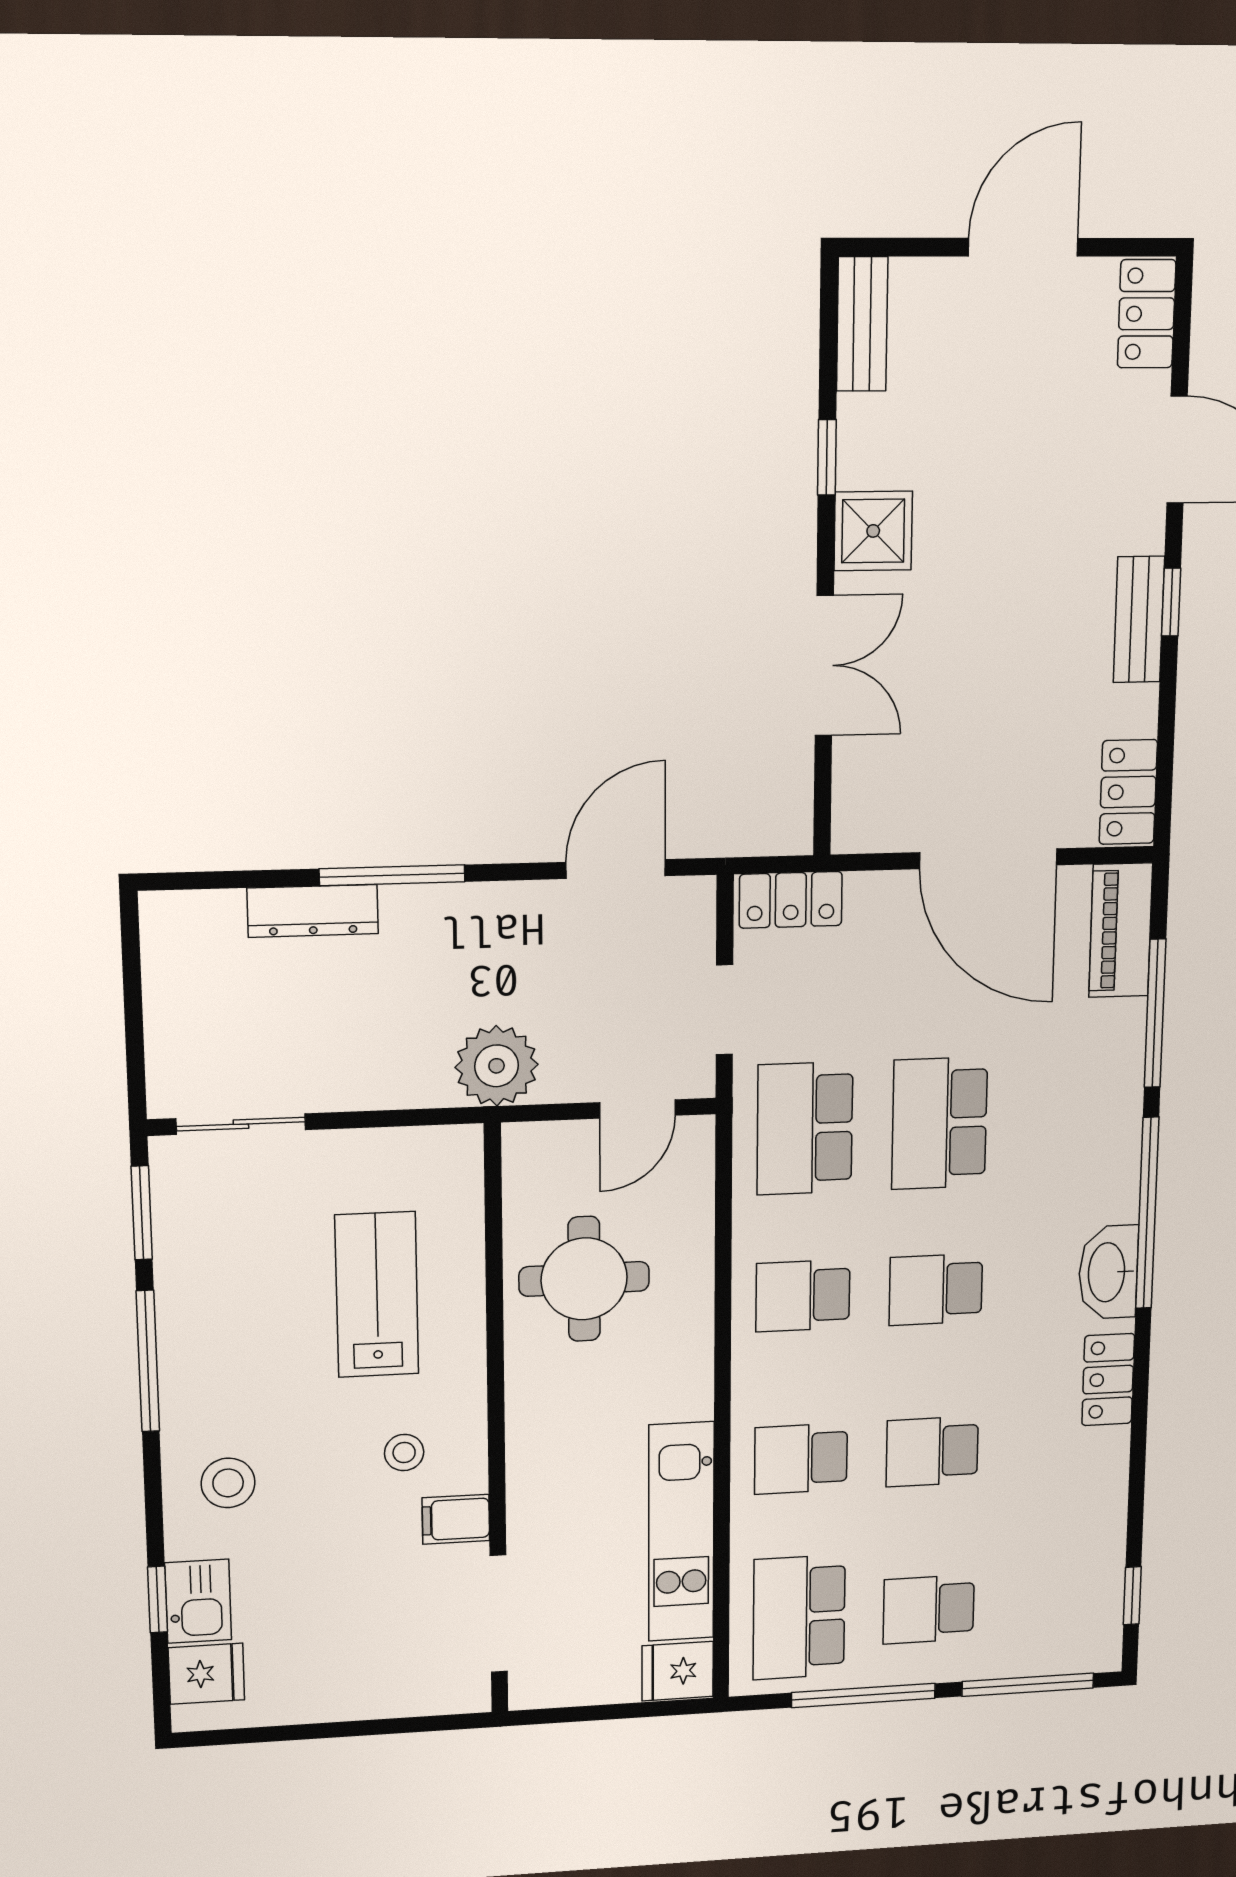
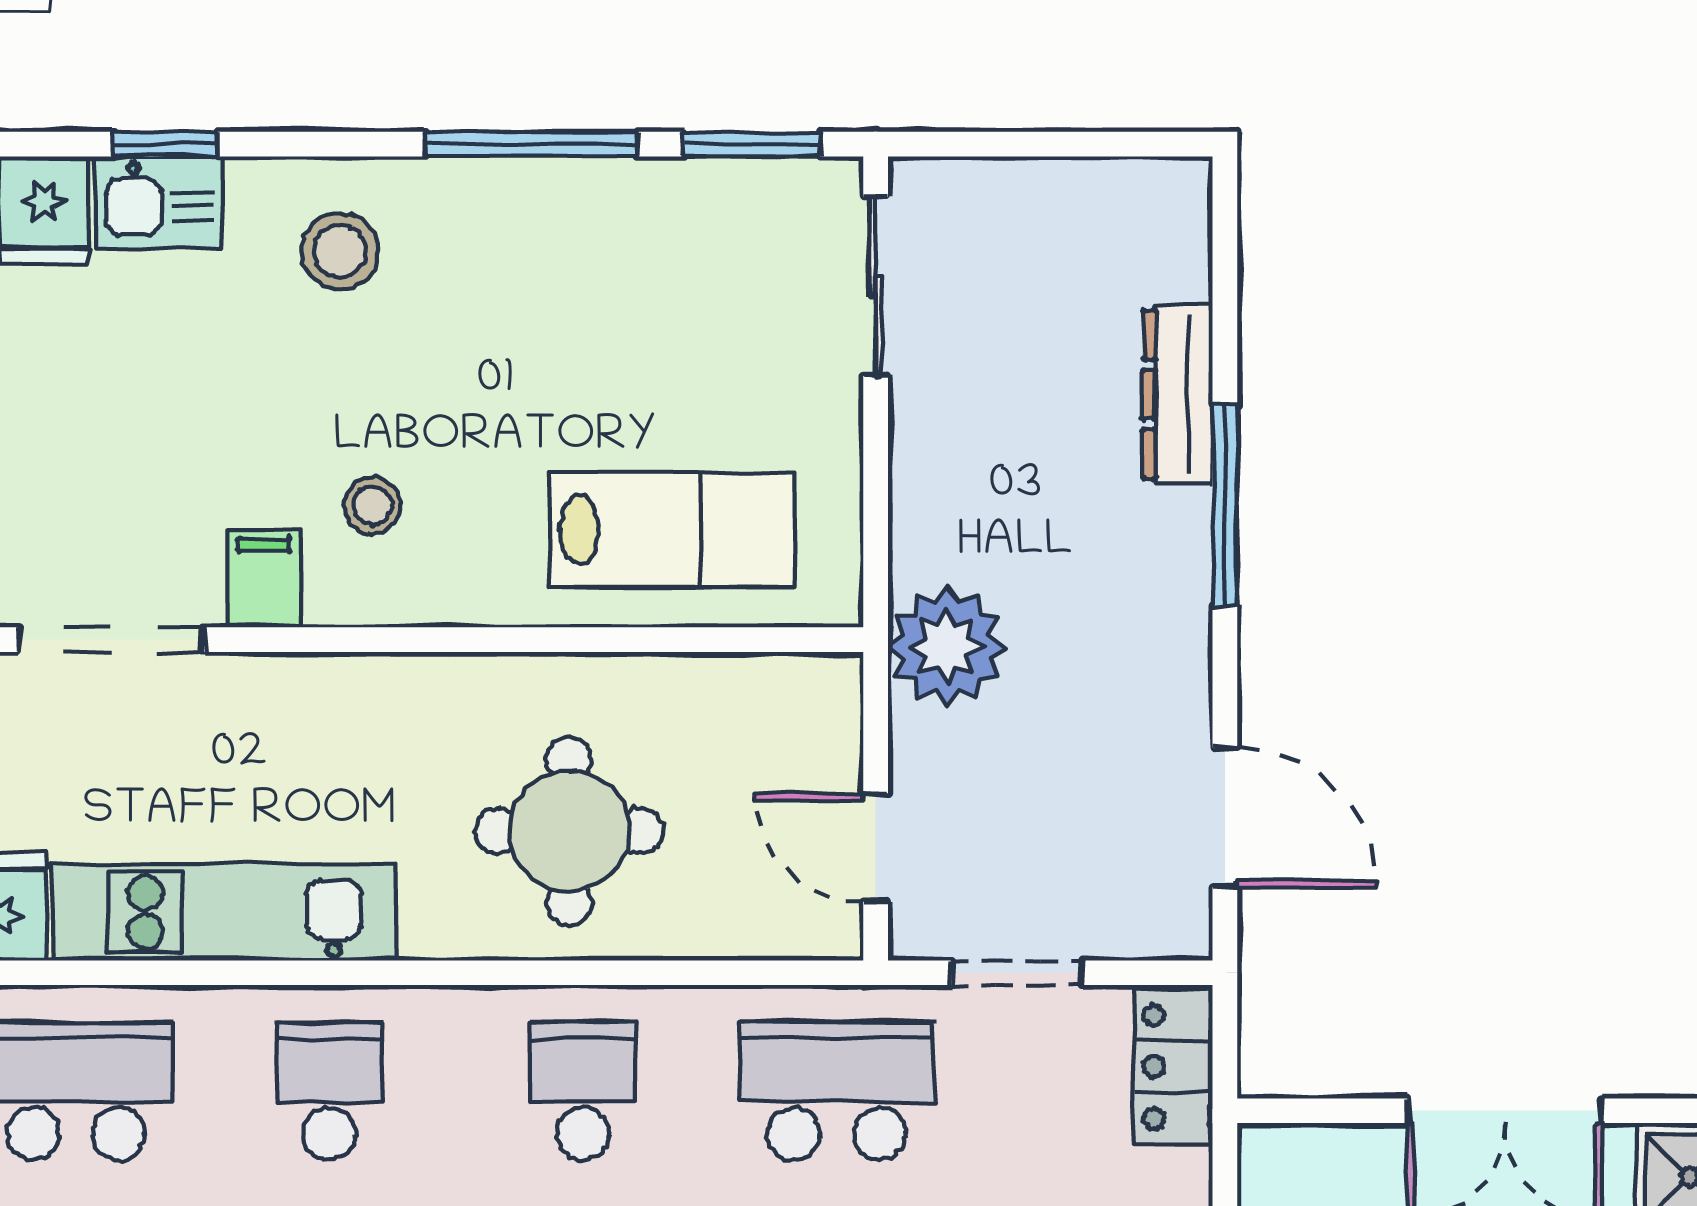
round table: (584, 1279) -> (569, 831), moved
lab bench: (377, 1295) -> (672, 529), moved

